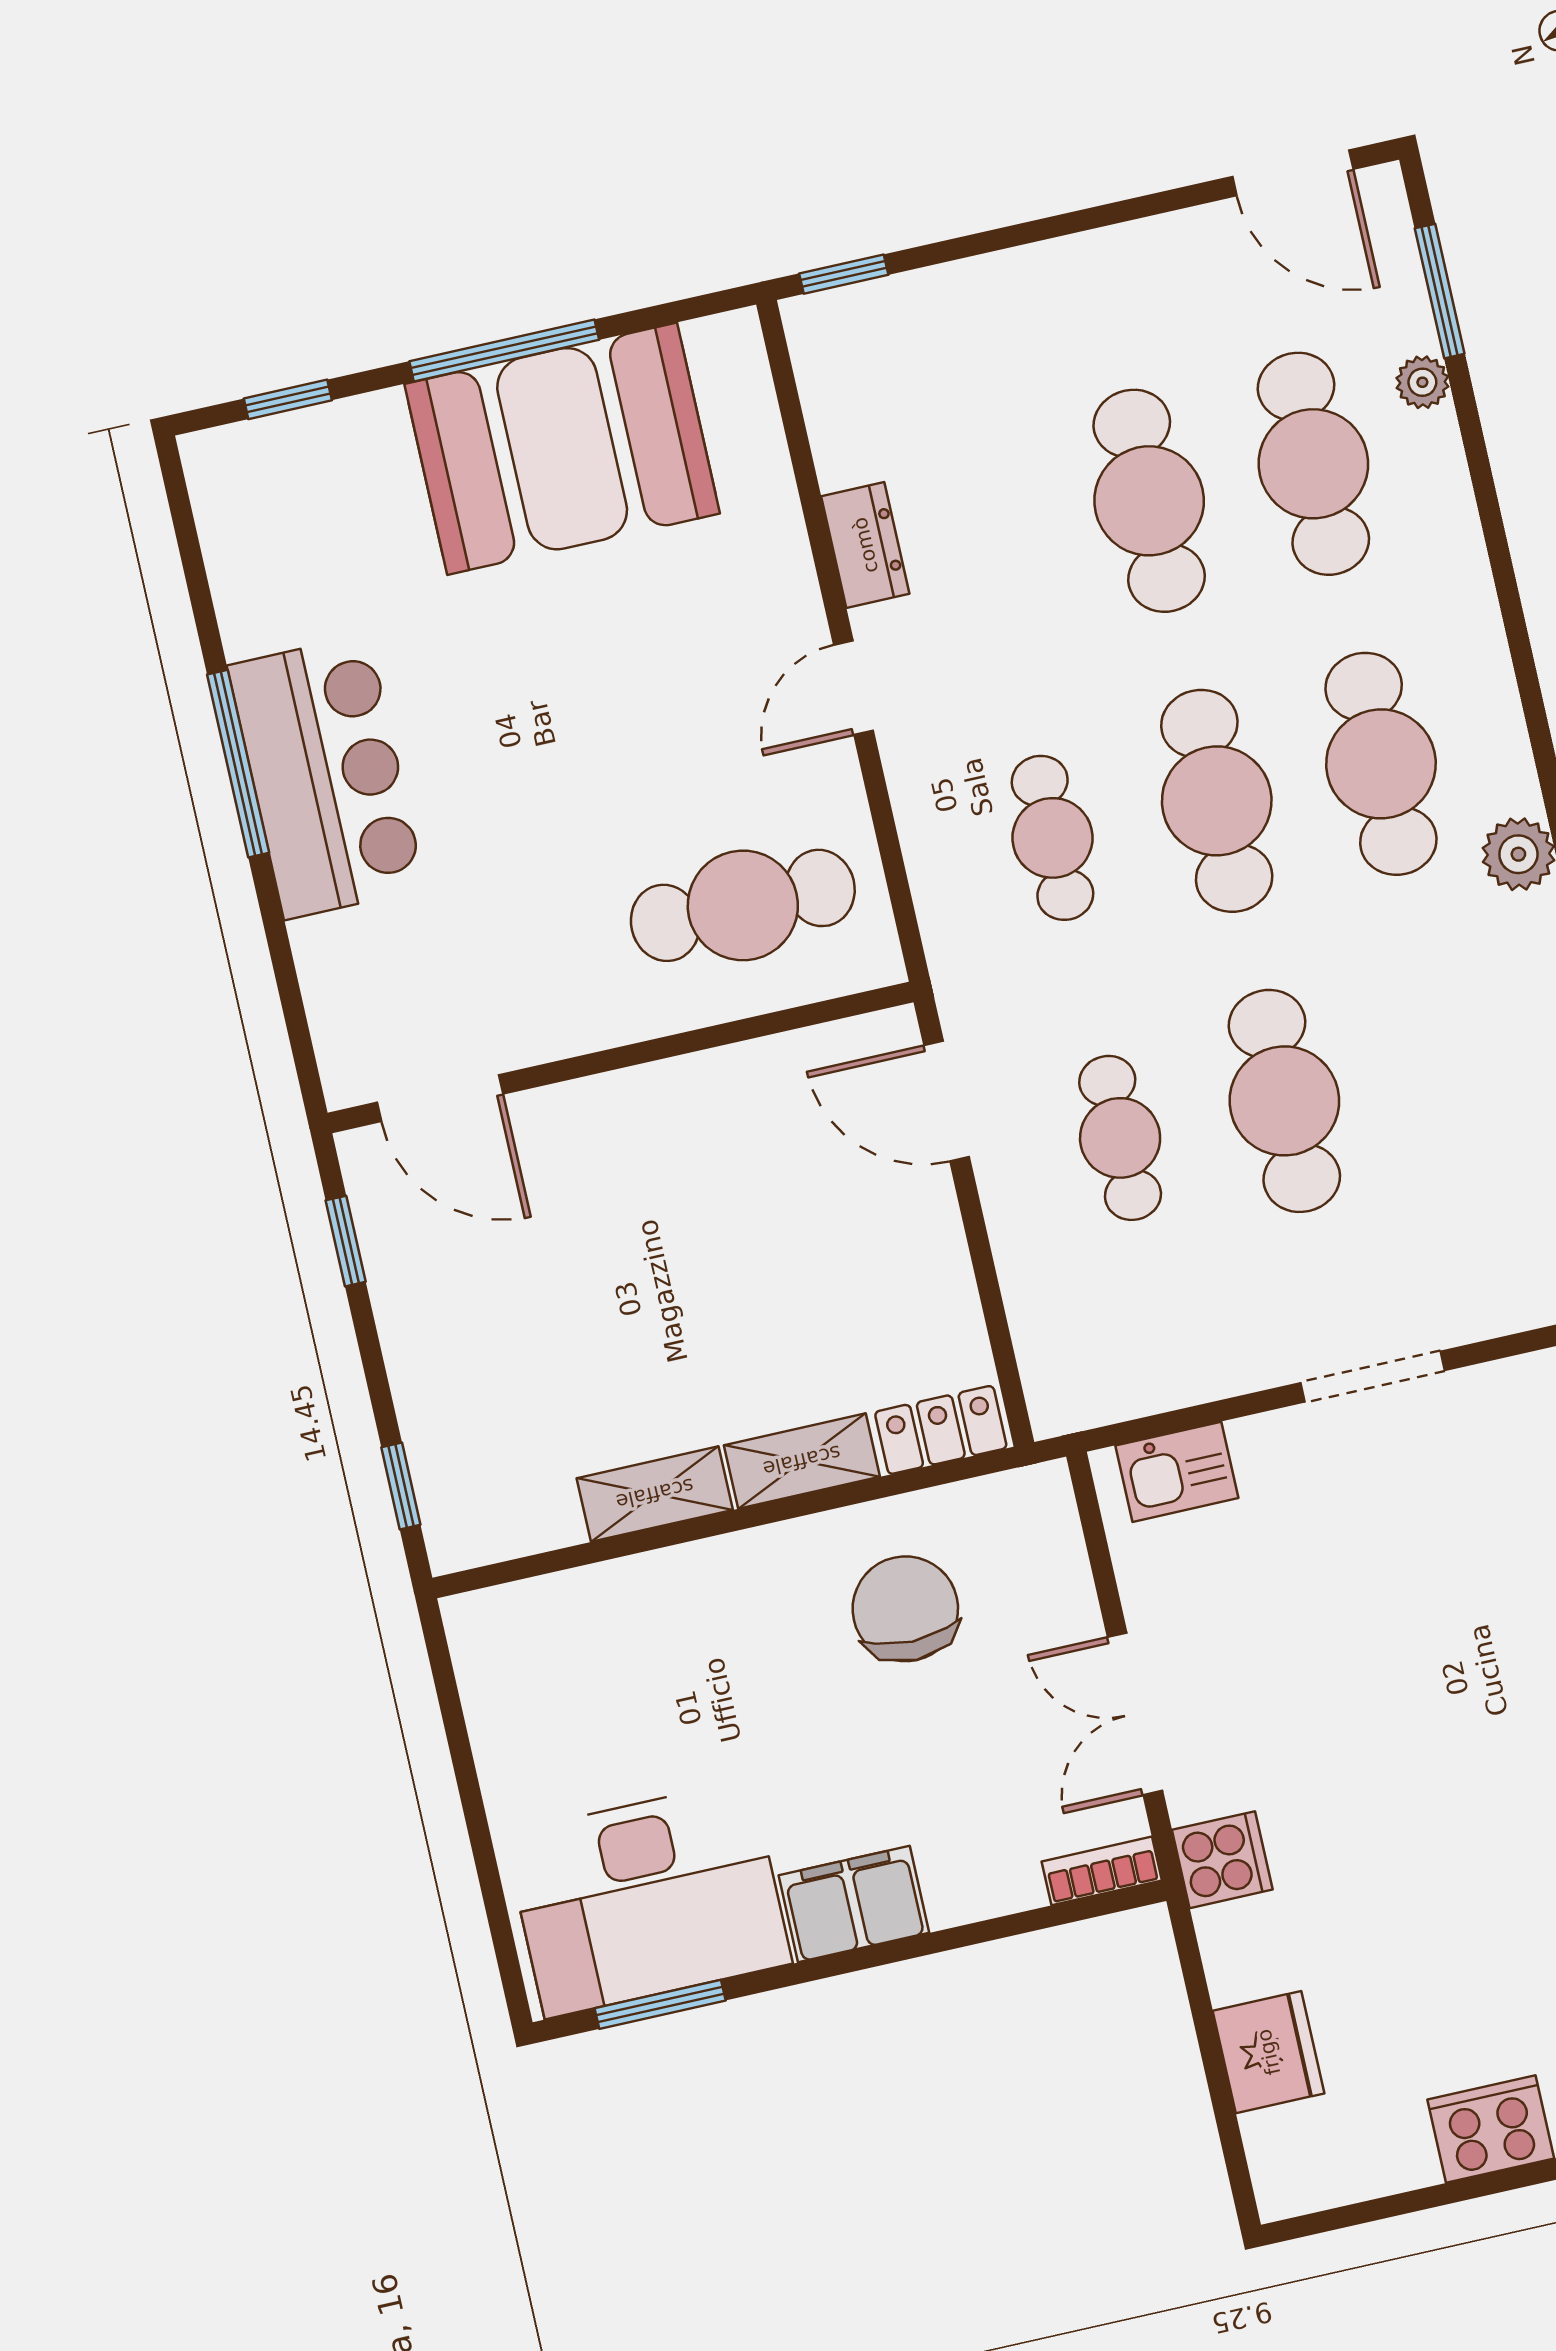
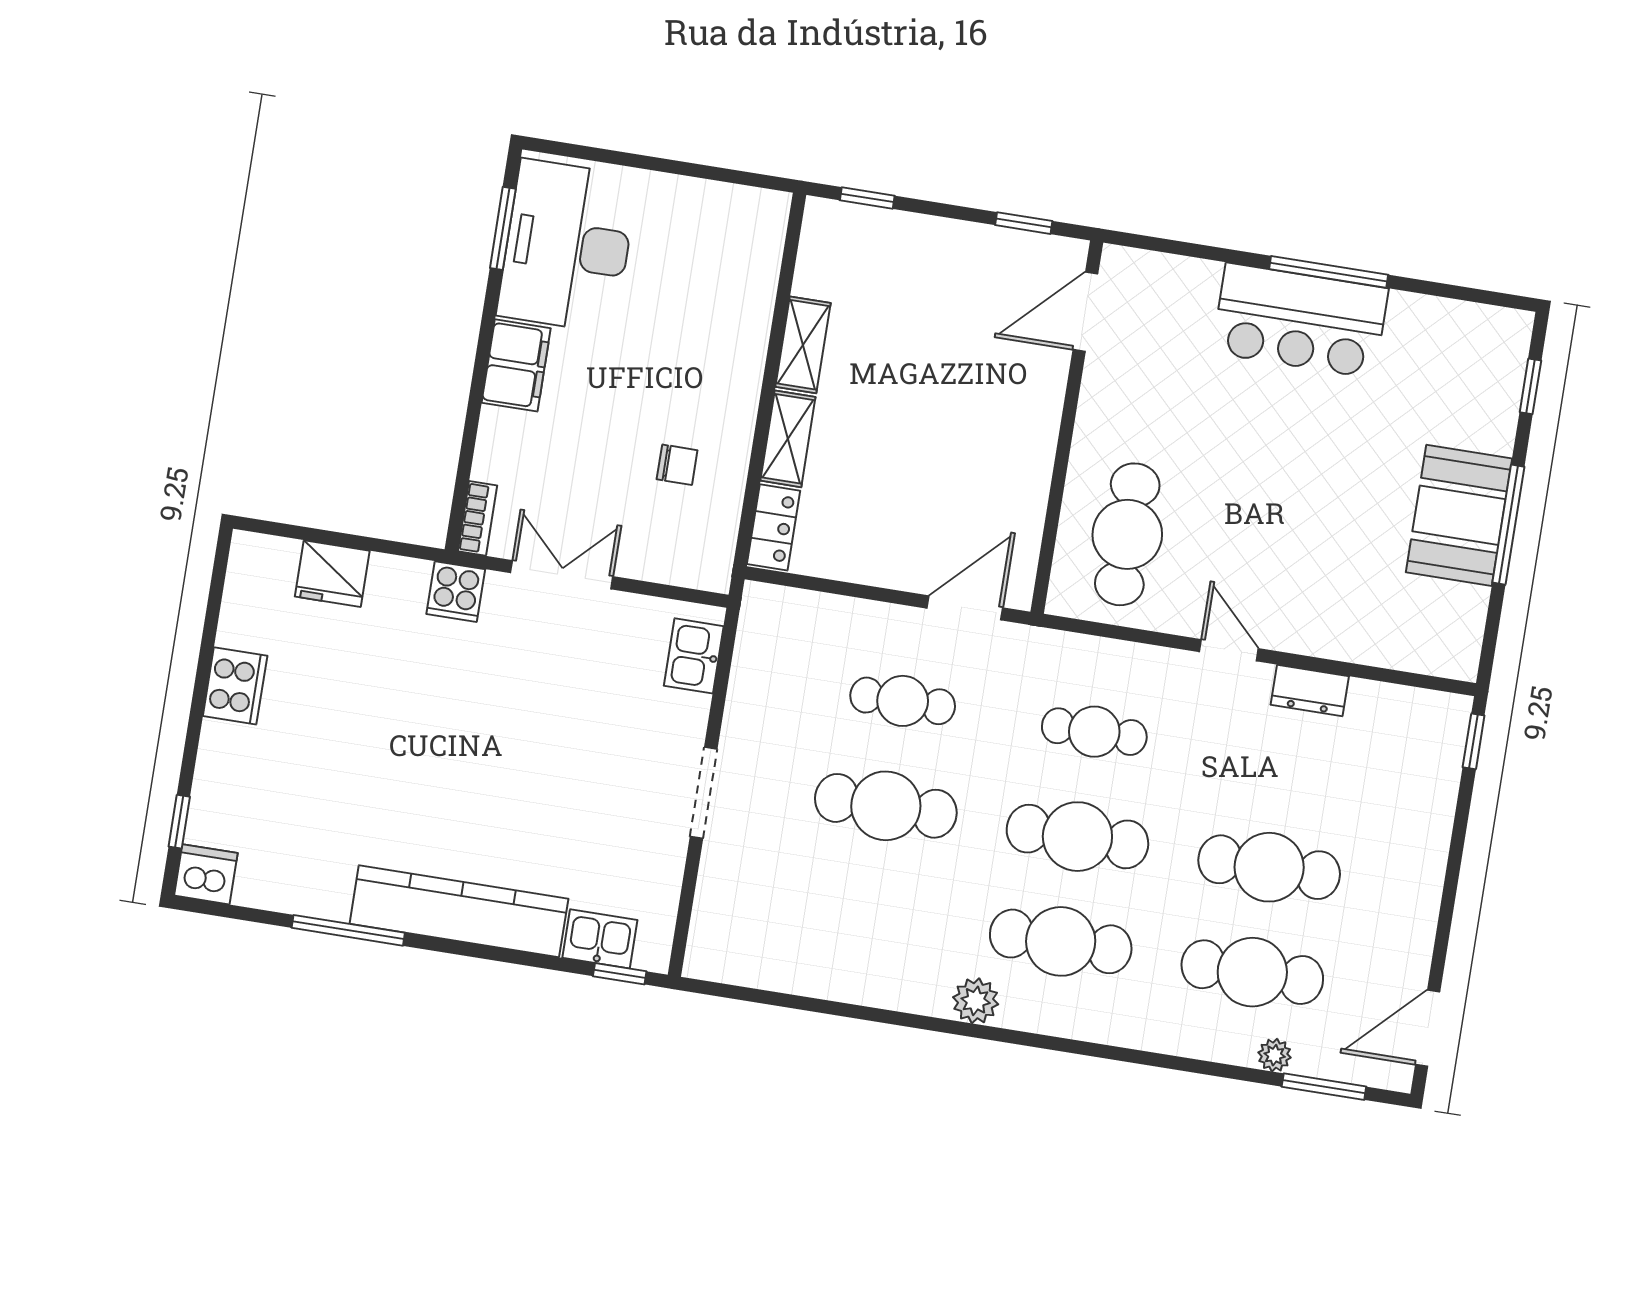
booth: (562, 449) -> (1459, 515), width x0.73, depth x0.70
chair: (905, 1609) -> (677, 465), width x0.54, depth x0.54

